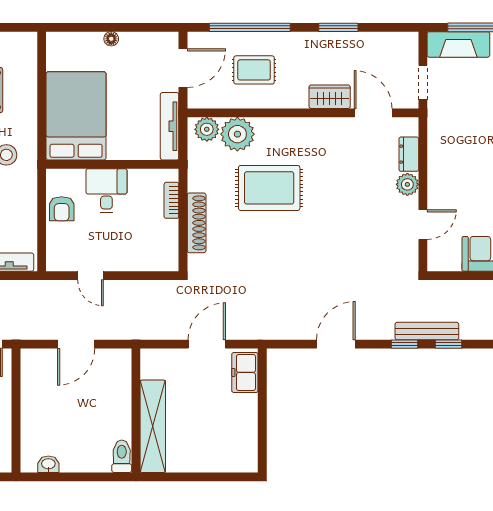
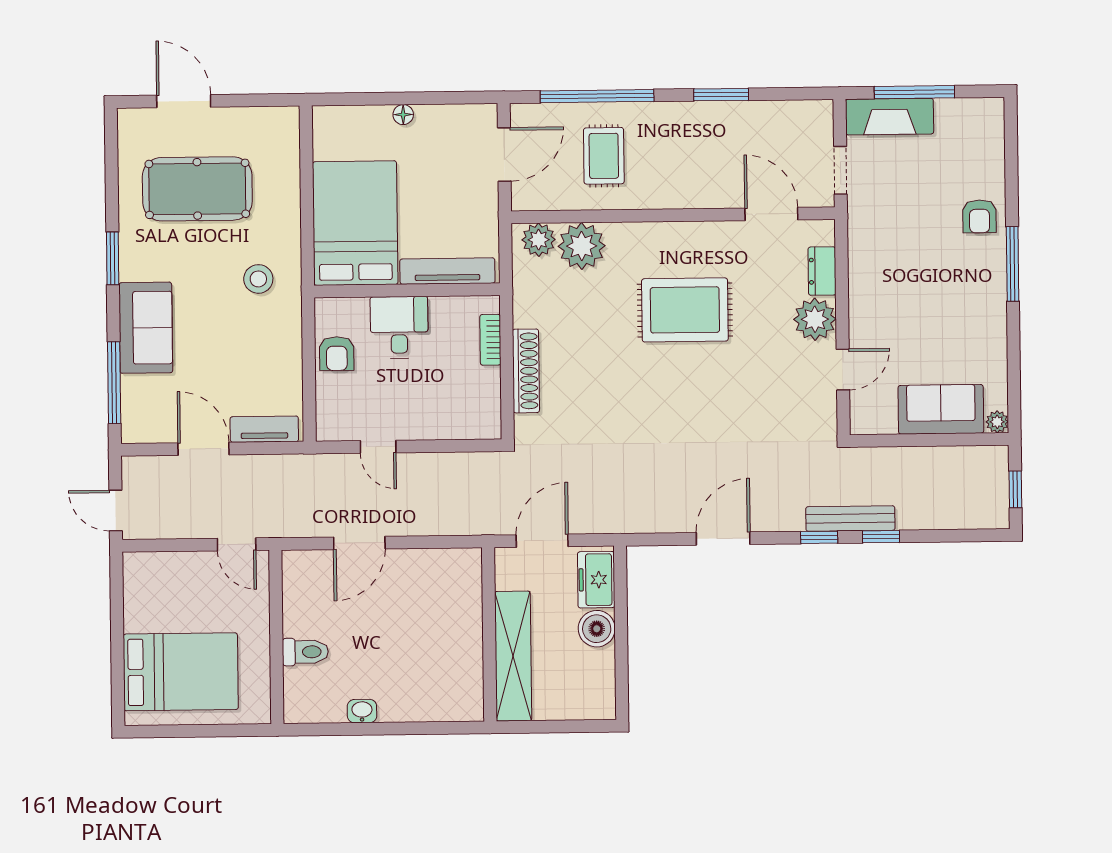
rug: (254, 70) -> (604, 156), turned 90
wardrobe: (330, 97) -> (710, 192), removed
tv unit: (170, 126) -> (447, 271), moved, turned 90
plant: (407, 184) -> (815, 319), width x1.36, depth x1.36
rug: (269, 188) -> (685, 310), moved
boiler: (245, 407) -> (597, 629), added
wall: (136, 411) -> (489, 634), moved
shelving: (153, 426) -> (513, 656), moved
toilet: (122, 456) -> (305, 652), moved, turned 90
washbasin: (48, 464) -> (362, 711), moved

